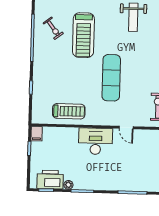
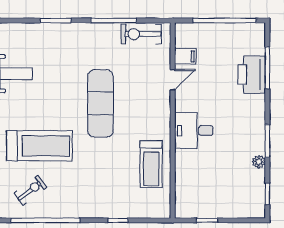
exercise mat: (111, 78) -> (100, 103), turned 90
treadmill: (69, 111) -> (151, 164), turned 180
filing cabinet: (37, 134) -> (185, 56), moved
desk: (95, 141) -> (194, 130), width x0.73
printer: (50, 180) -> (252, 74), moved

